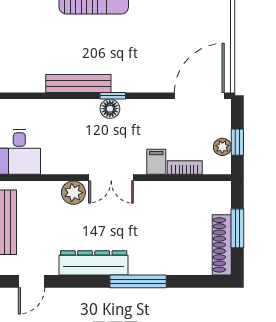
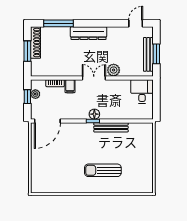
dresser: (94, 263) -> (89, 33), moved
window: (138, 281) -> (59, 23), moved

